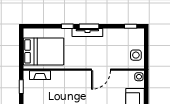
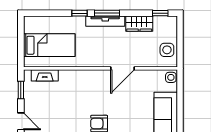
wardrobe: (114, 34) -> (139, 24), added
bed: (43, 51) -> (49, 45), width x0.67

